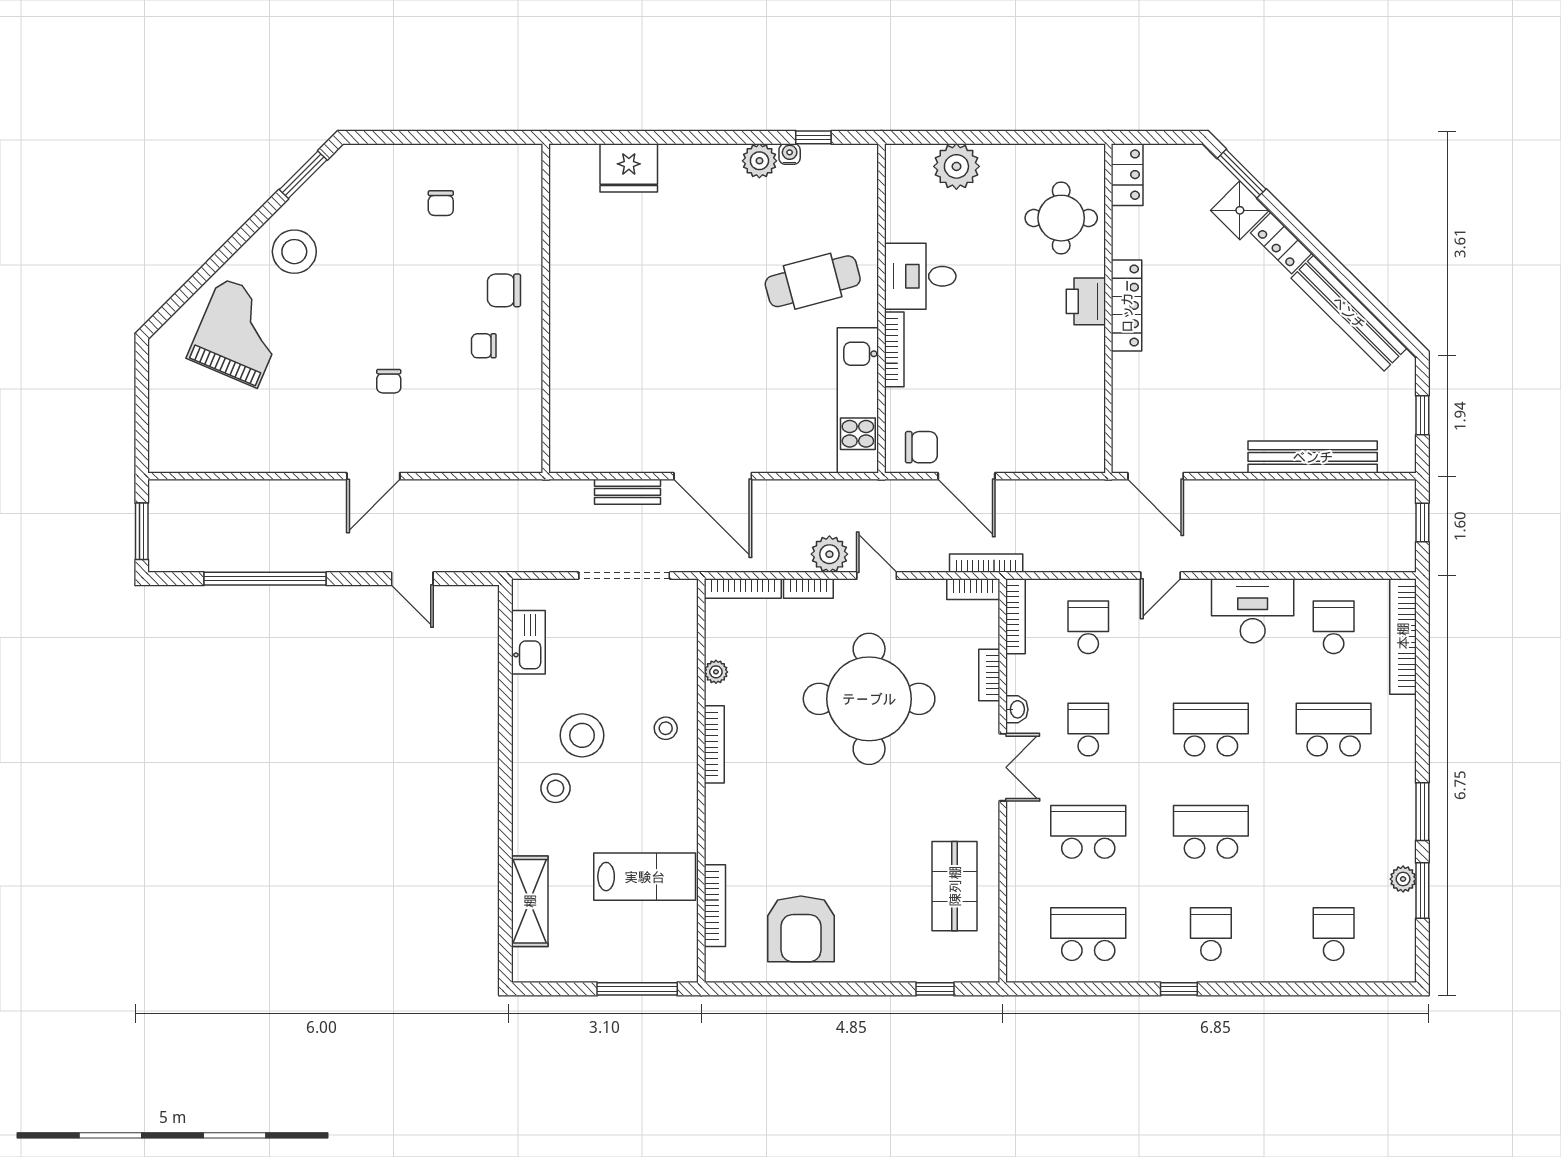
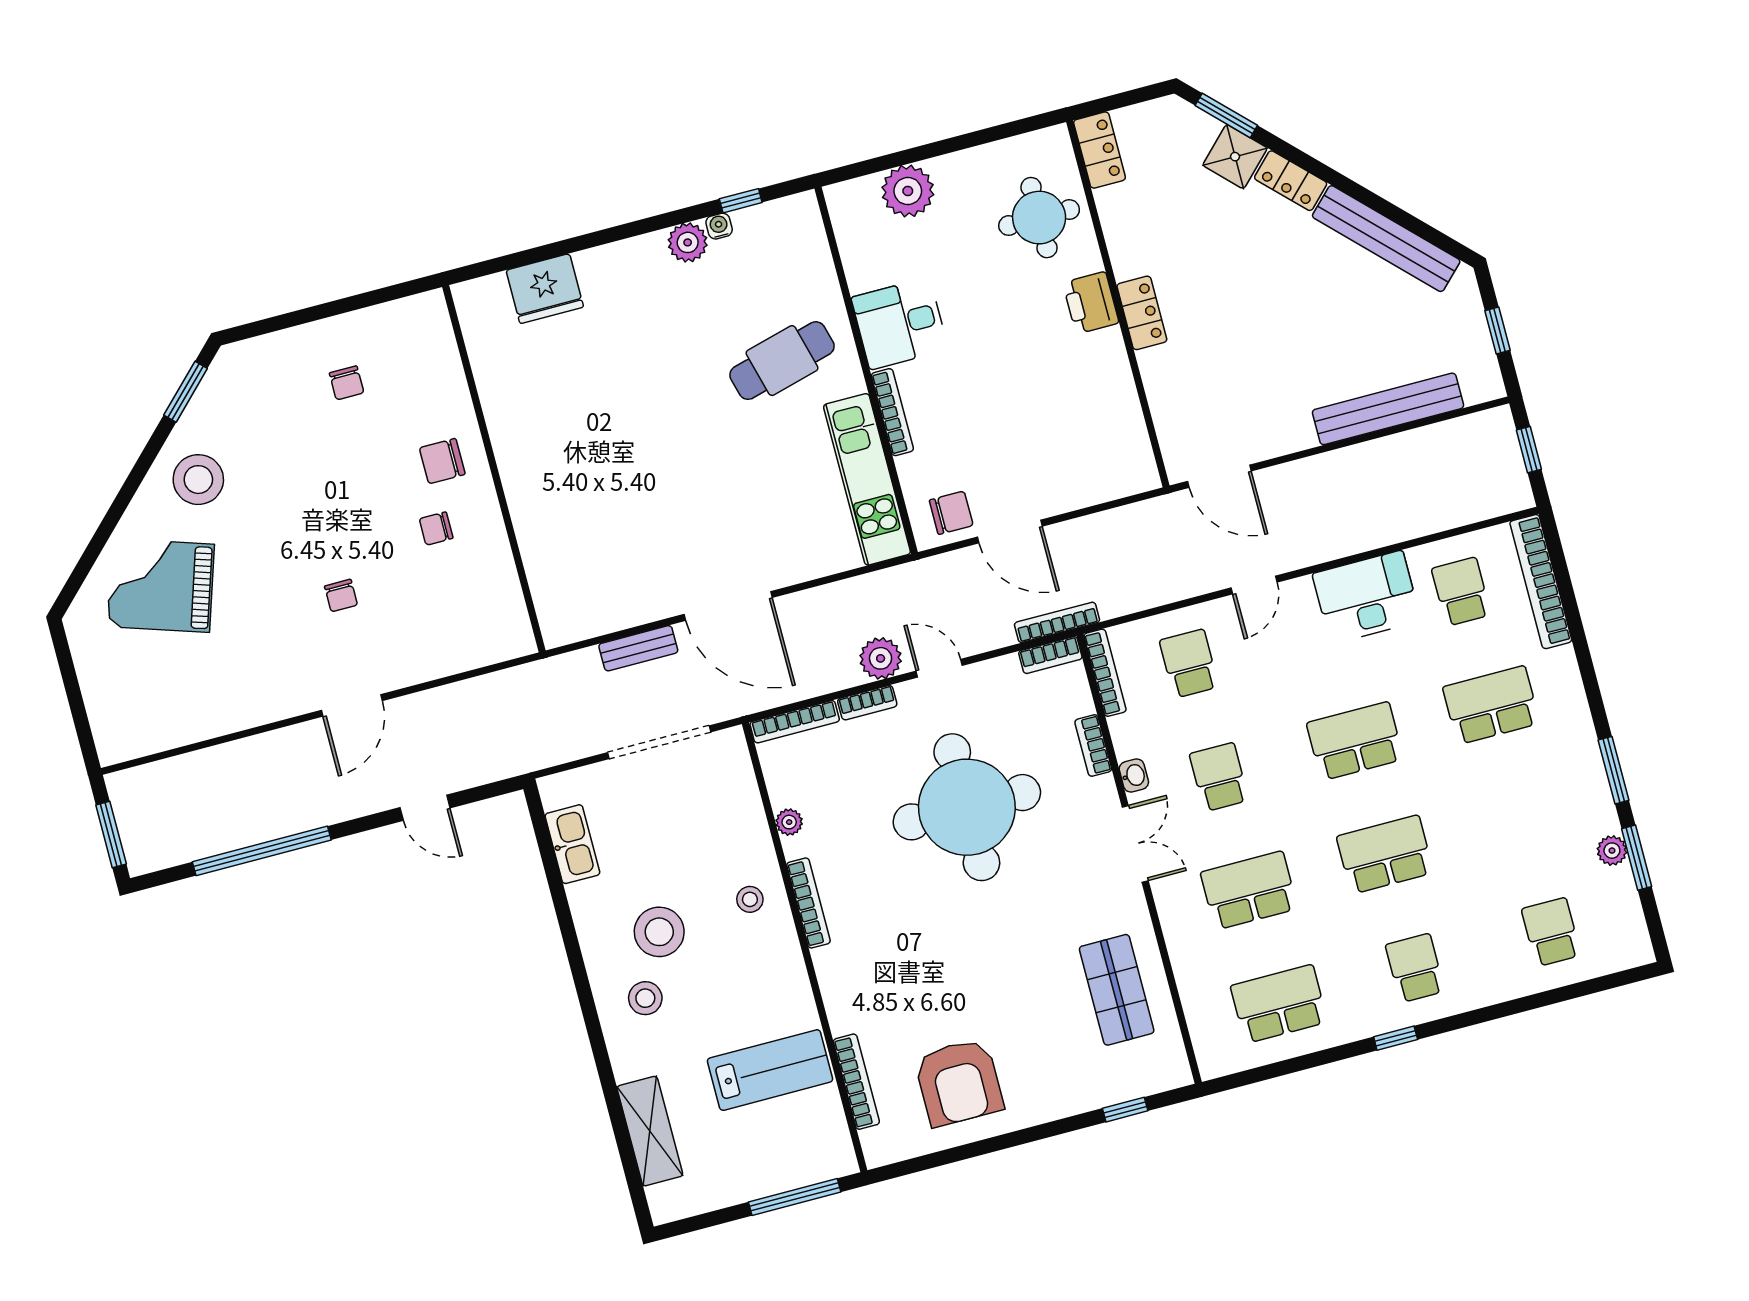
locker: (1127, 306) -> (1142, 313), width x0.66
grand piano: (239, 332) -> (161, 585), turned -95

